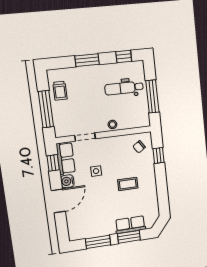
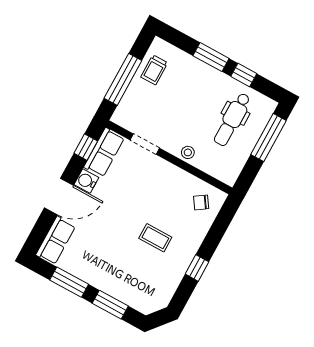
window: (124, 57) -> (244, 75), moved
dental chair: (124, 88) -> (232, 119), turned -90
window: (152, 96) -> (268, 137), moved
window: (159, 155) -> (197, 268), moved
side table: (96, 171) -> (129, 194), removed
row of seats: (130, 225) -> (56, 240), moved, turned 90

